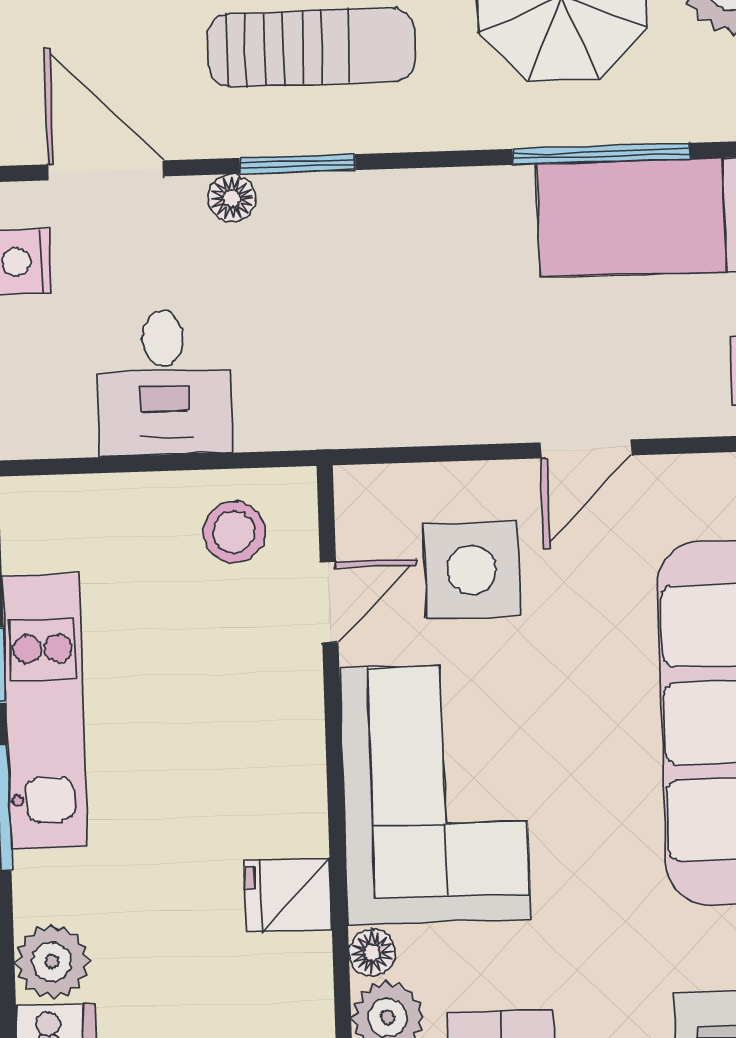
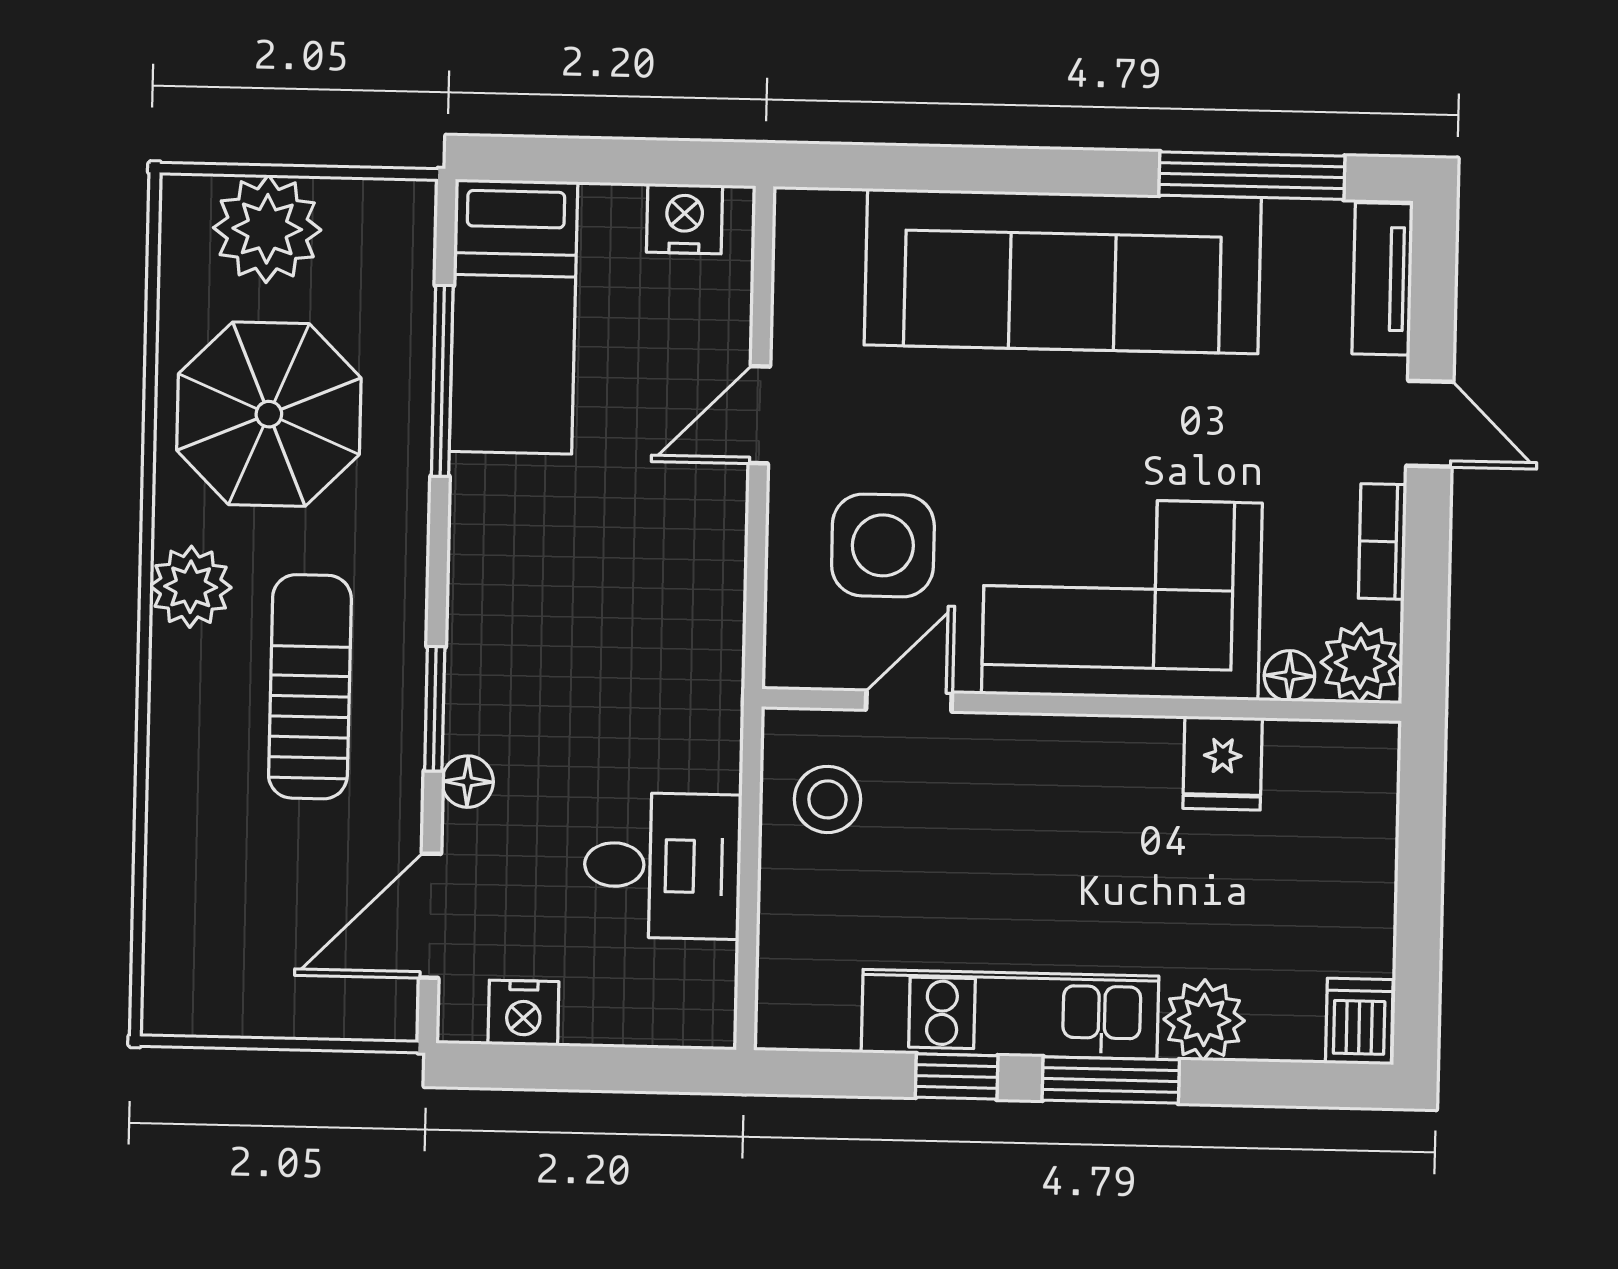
door: (586, 449) -> (759, 415), swing flipped
door: (329, 602) -> (909, 701), hinge flipped
plant: (52, 962) -> (1204, 1020), moved

